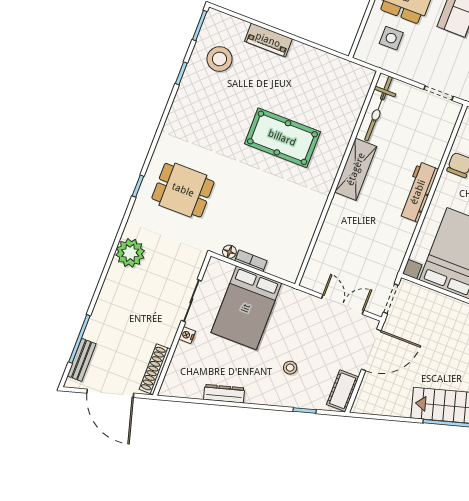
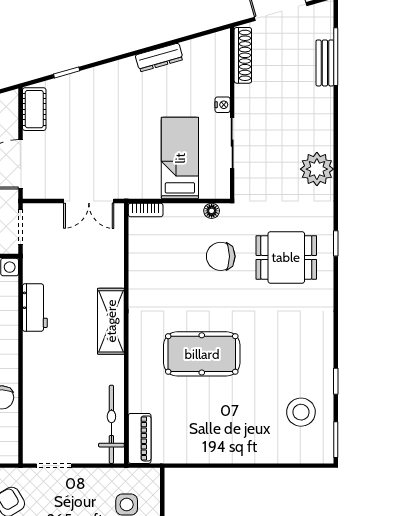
piano: (268, 40) -> (140, 438), moved, turned 90
shelving: (356, 169) -> (111, 321), moved
workbench: (418, 192) -> (35, 308), moved, width x0.73
chair: (236, 212) -> (221, 256), added
bookcase: (251, 261) -> (146, 210), moved
double door: (343, 304) -> (89, 201), moved
bed: (246, 308) -> (180, 158), width x0.67
bench: (82, 360) -> (325, 63), moved
stool: (290, 368) -> (100, 112), removed

